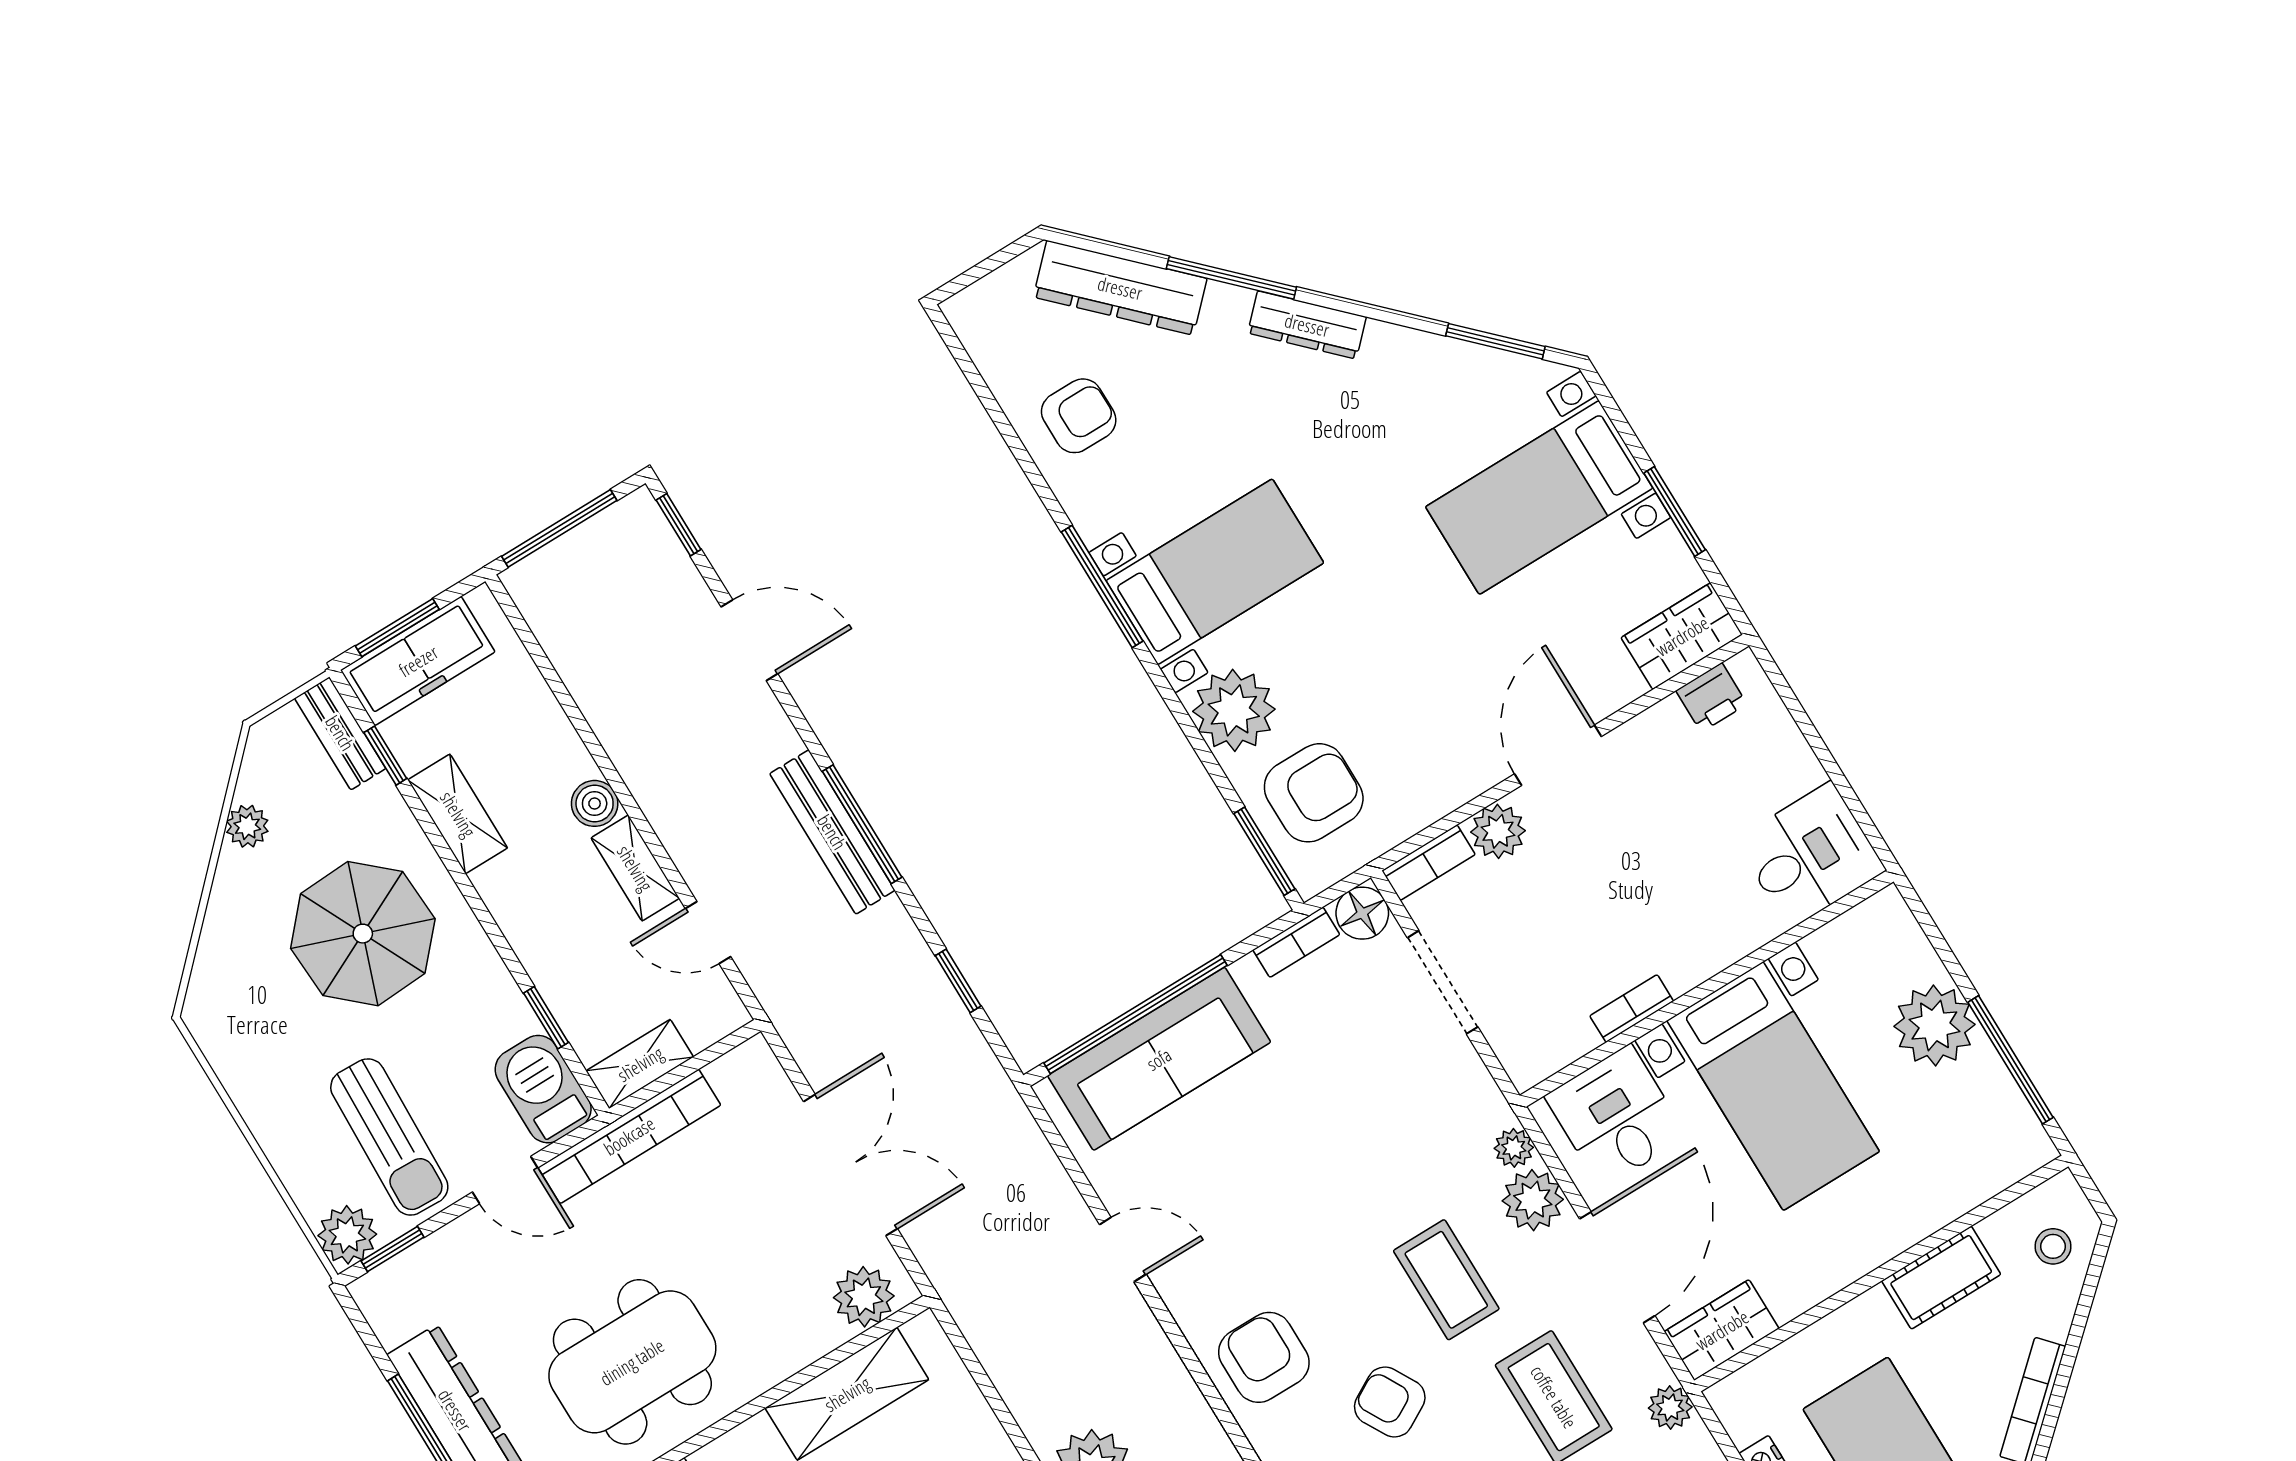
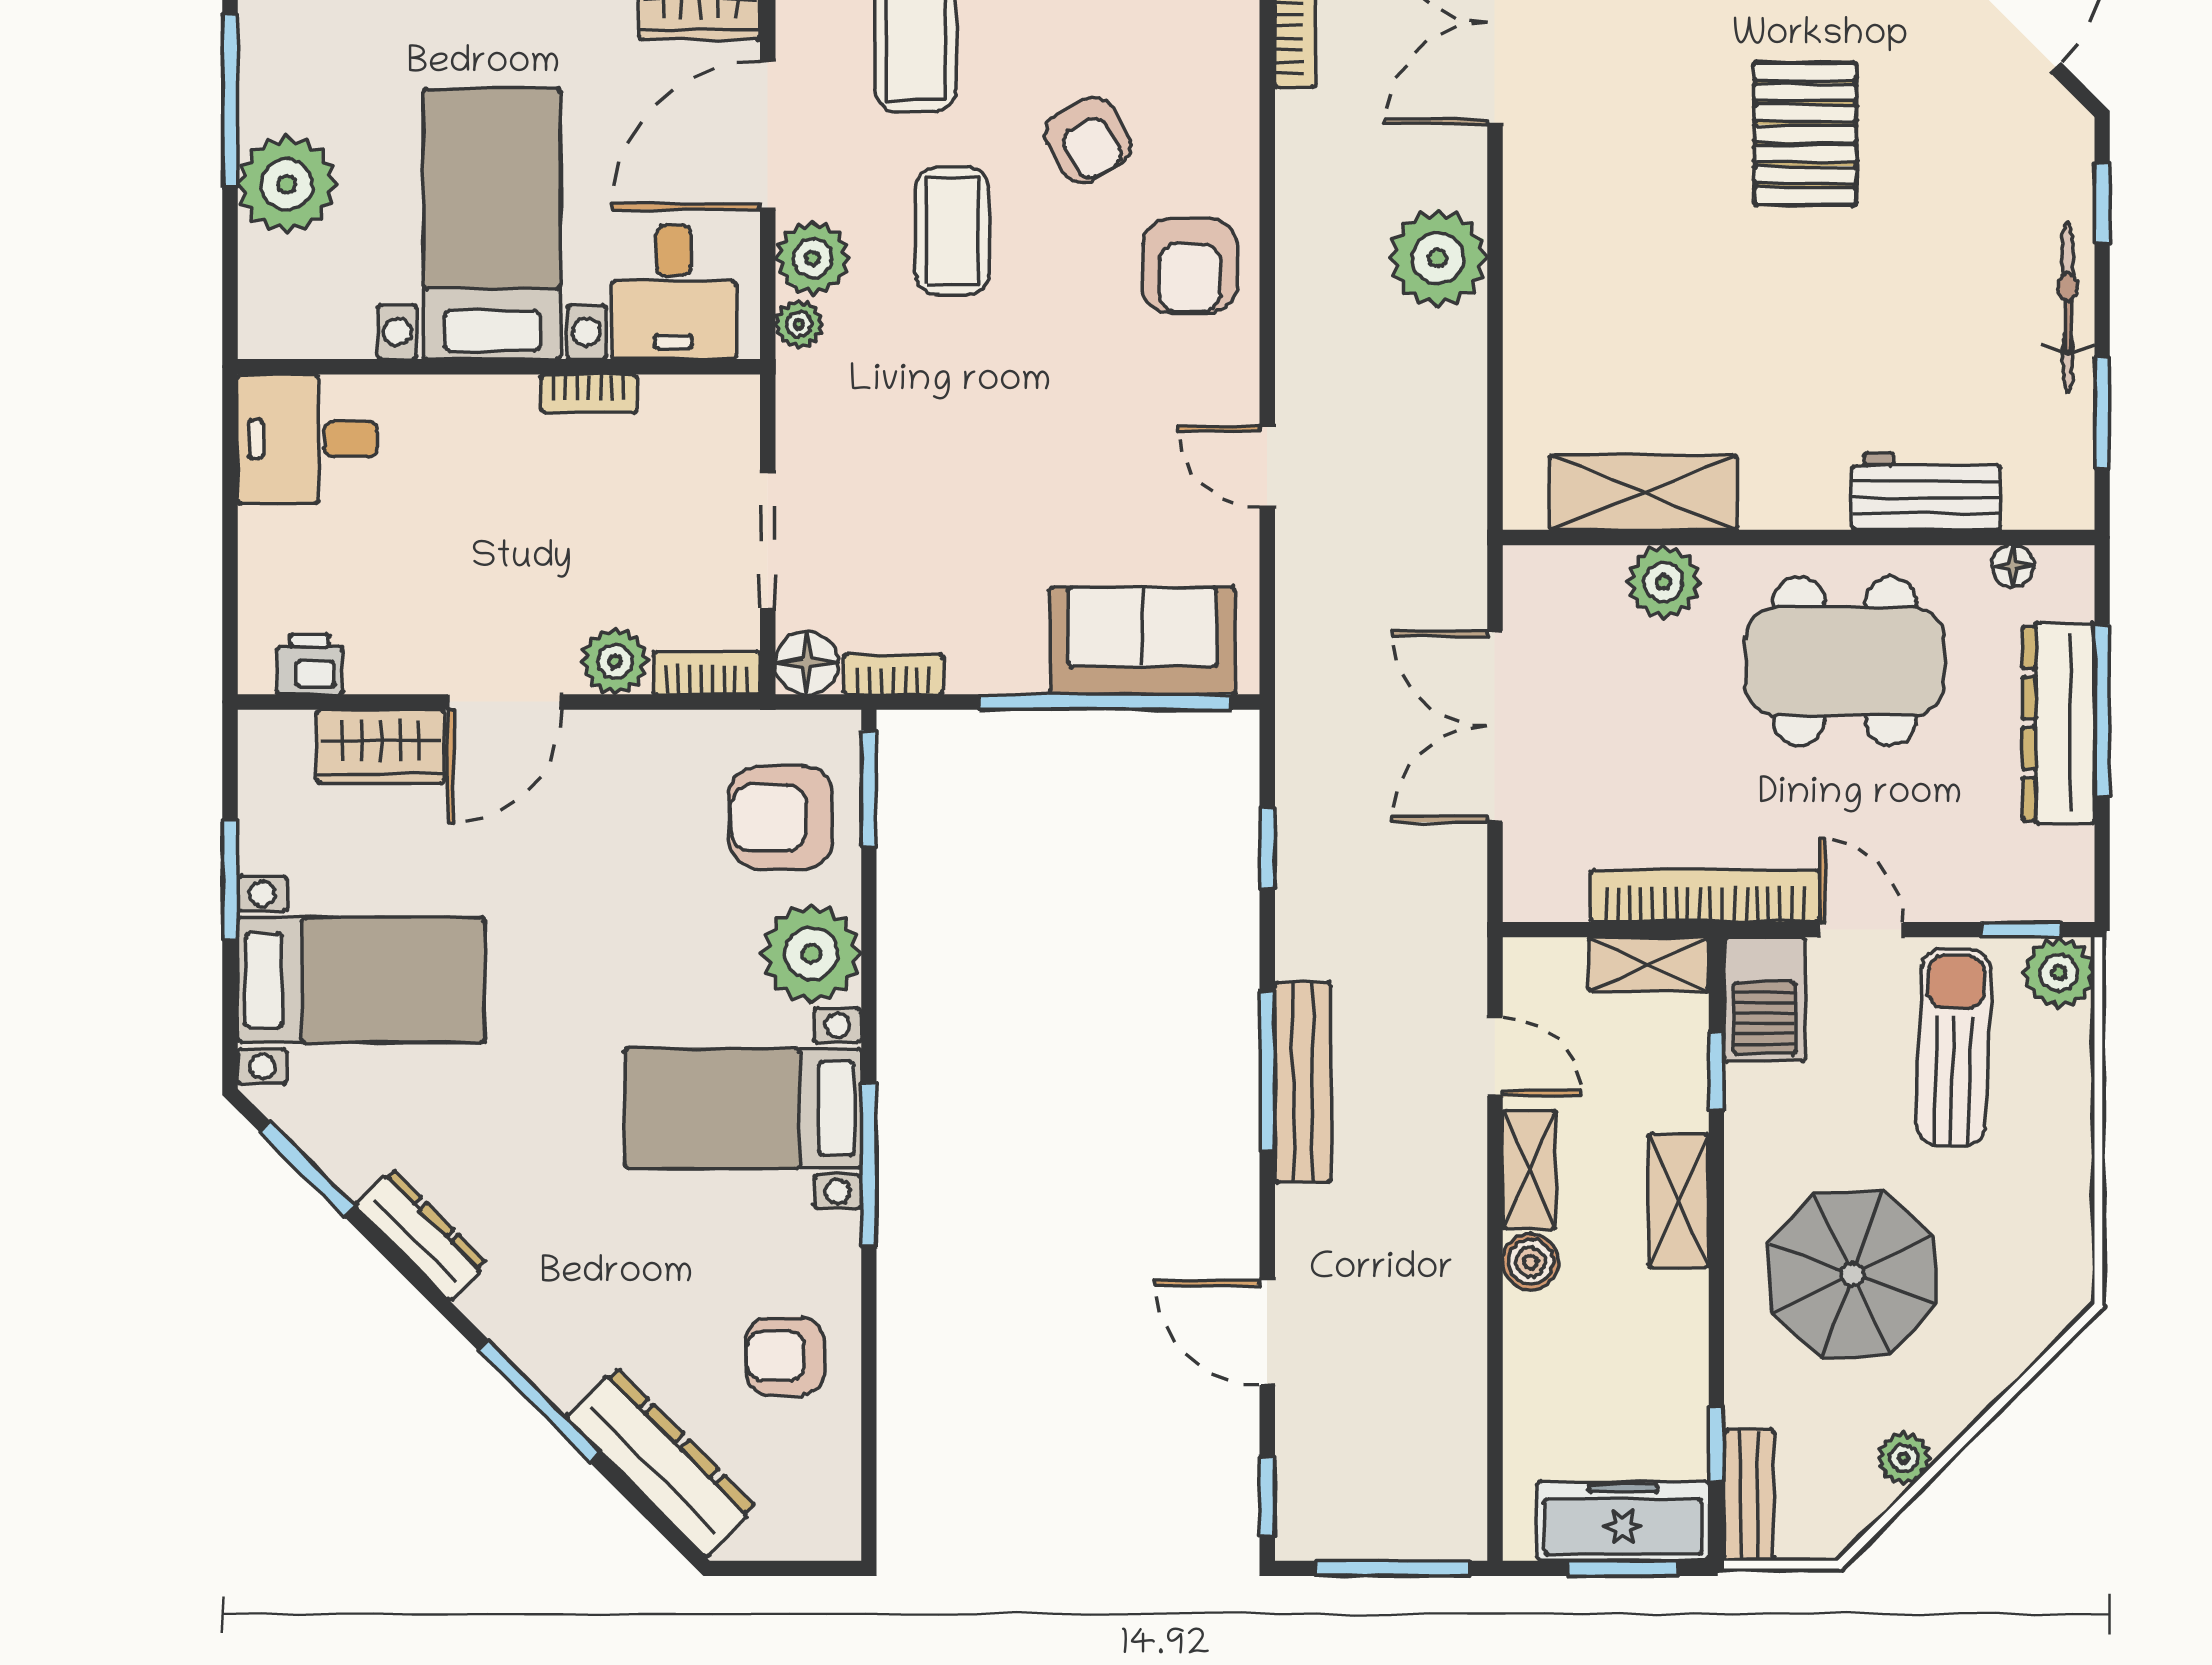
dresser: (1307, 325) -> (421, 1235), moved
wardrobe: (1682, 636) -> (380, 747), moved
shelving: (458, 814) -> (1679, 1201), moved
sofa: (1159, 1059) -> (1142, 641), width x0.73
plant: (864, 1297) -> (1663, 582), moved

